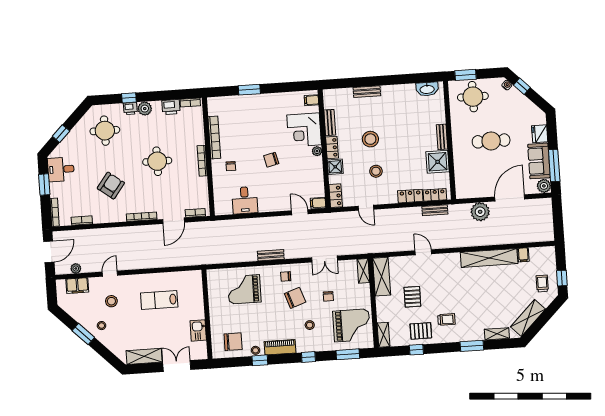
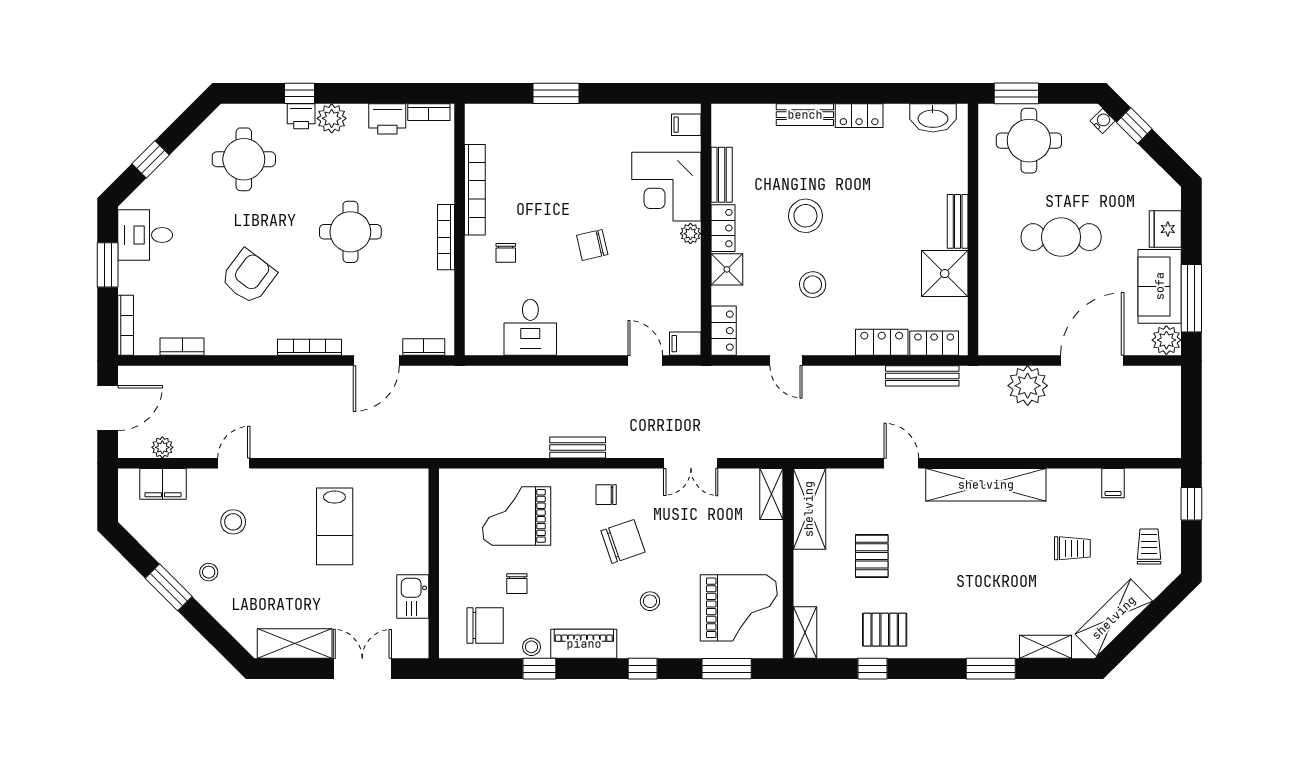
locker: (392, 90) -> (859, 116), added
bench: (435, 210) -> (922, 376), width x1.36
shelving: (489, 258) -> (986, 485), moved
window: (562, 278) -> (1191, 504), moved
chair: (328, 296) -> (517, 584), moved
lab bench: (159, 300) -> (335, 526), turned -90
trolley: (446, 320) -> (1072, 548), moved

